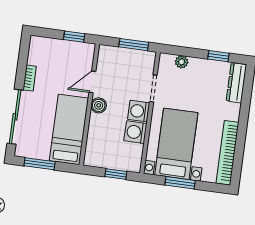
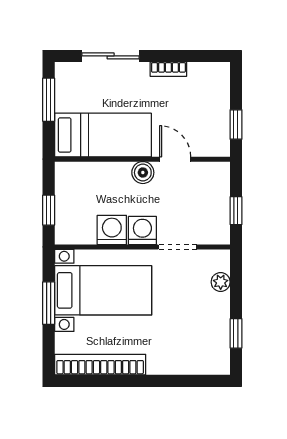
window: (134, 45) -> (236, 211), width x0.67
dresser: (236, 83) -> (201, 364), removed
sliding door: (15, 117) -> (111, 56), width x0.73

